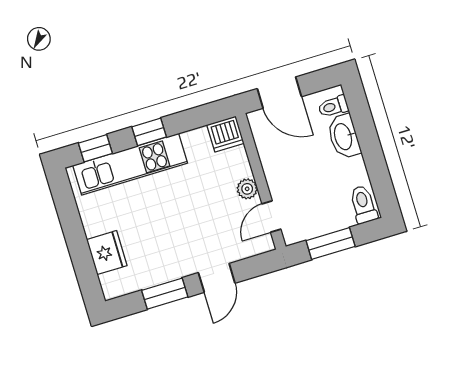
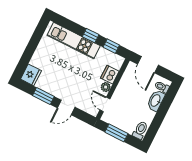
dishwasher: (225, 134) -> (110, 75), moved, turned 90
window: (95, 148) -> (111, 46), moved
door: (271, 217) -> (105, 104), hinge flipped
fridge: (107, 253) -> (31, 75), moved

